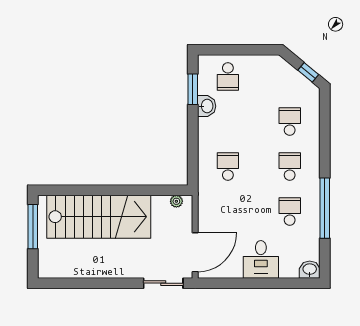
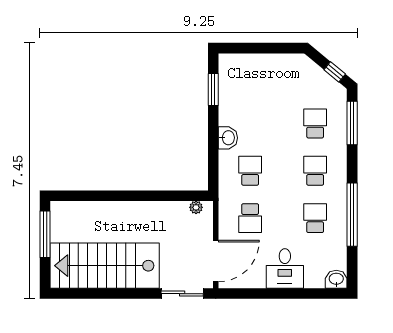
school desk: (228, 77) -> (250, 218), moved
washbasin: (207, 106) -> (228, 138), moved
window: (325, 121) -> (352, 123), added
stairs: (99, 217) -> (105, 266), moved, turned 180

